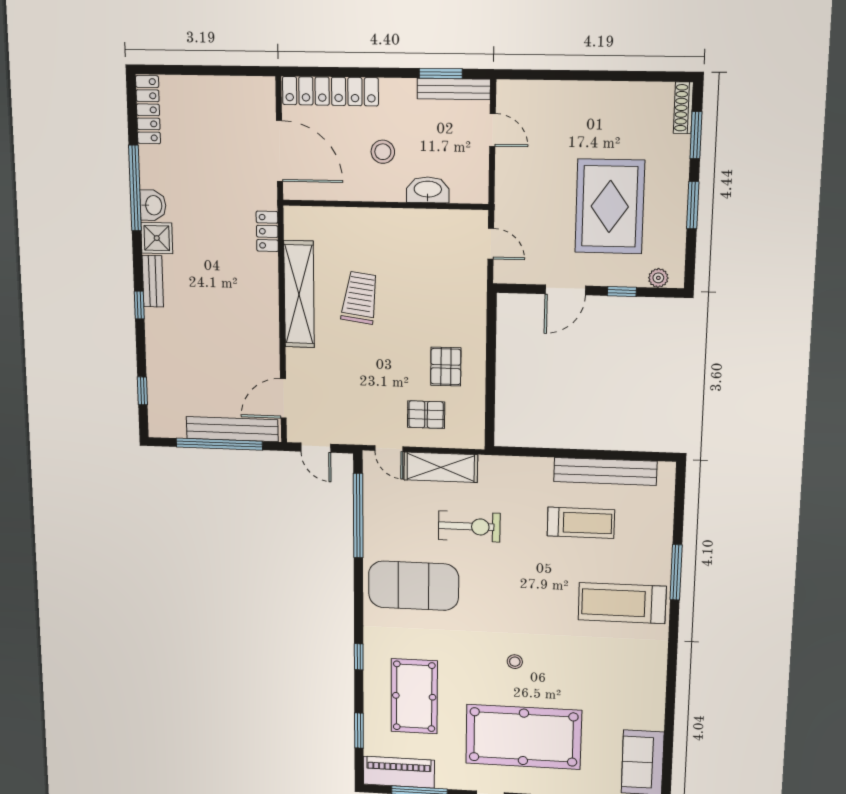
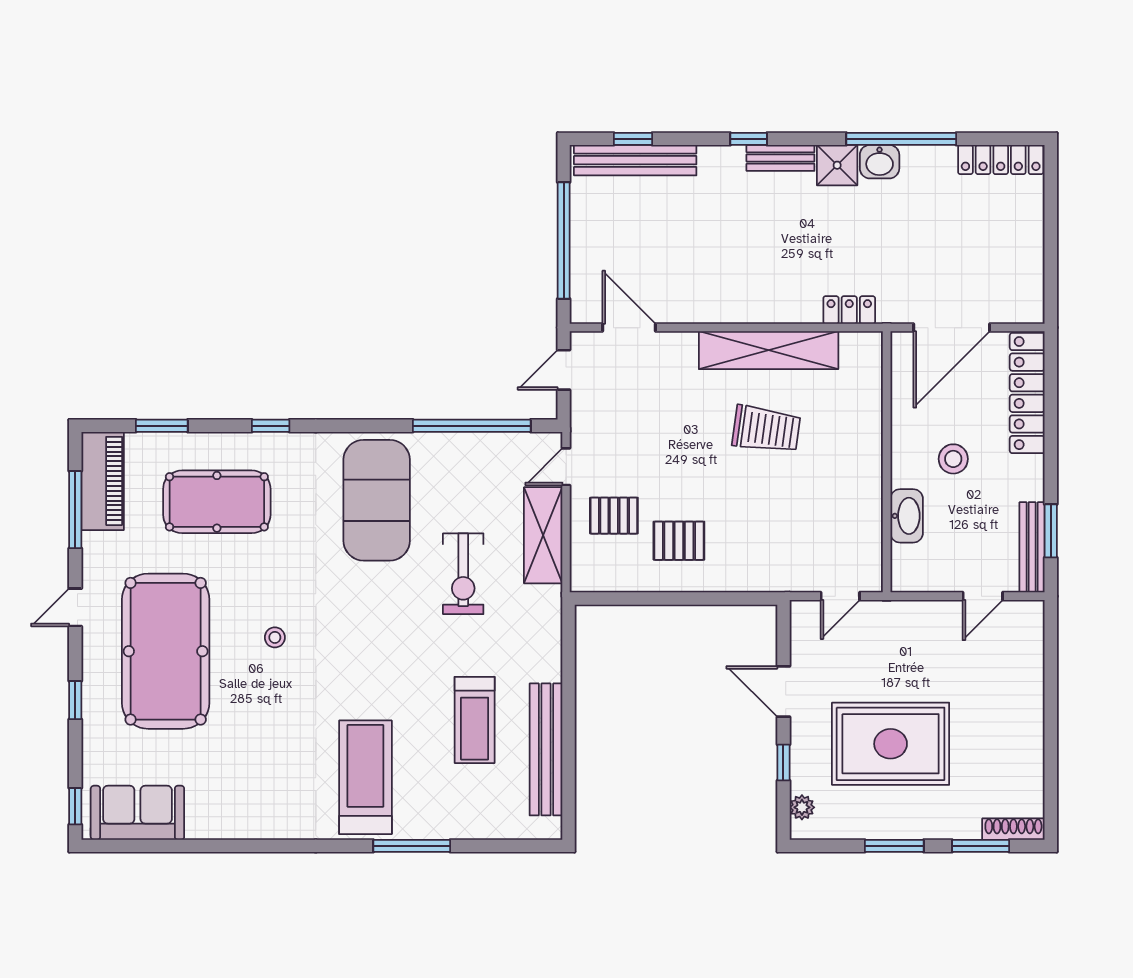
pallet: (426, 415) -> (614, 516), turned 90
bench: (232, 429) -> (635, 160), moved, turned 90

